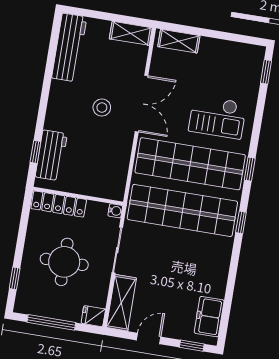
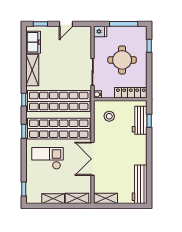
shelving: (219, 47) -> (53, 199), added
stool: (102, 108) -> (109, 116), moved
shelving: (121, 303) -> (32, 70), moved

